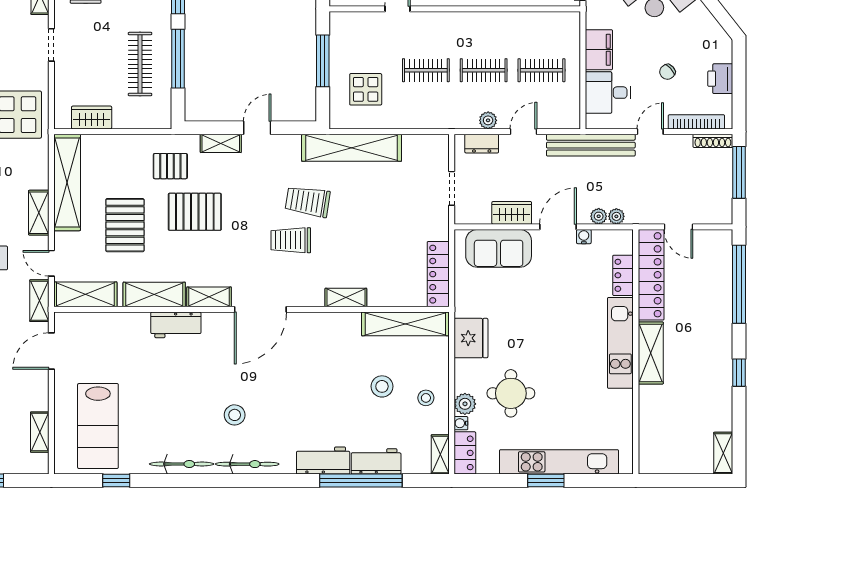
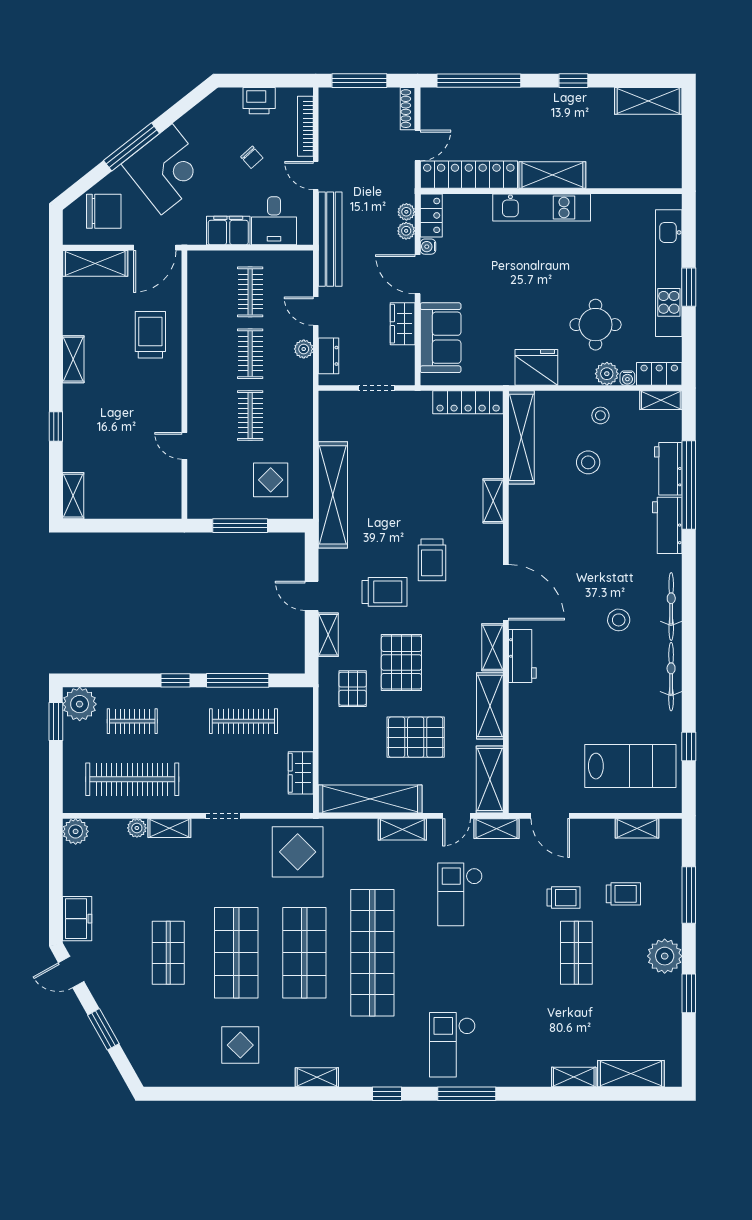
shoe rack: (713, 141) -> (408, 109), moved, turned 180
trolley: (308, 201) -> (385, 592), moved, turned -99
locker: (623, 275) -> (431, 215), moved, turned -90
workbench: (176, 325) -> (522, 656), moved
shelving: (723, 453) -> (648, 101), width x1.50, depth x1.33

